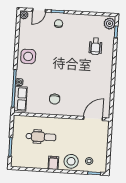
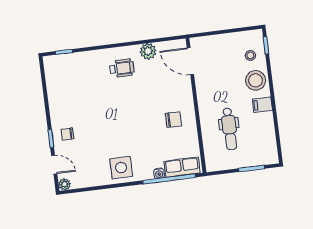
plant: (110, 24) -> (148, 51), moved
wheelchair: (96, 46) -> (122, 68), moved
dental chair: (41, 137) -> (229, 129), turned 180

